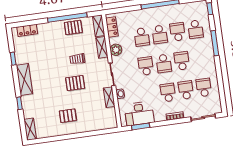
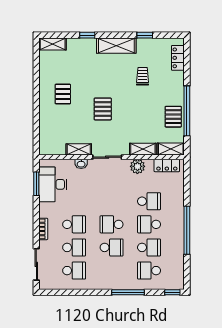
school desk: (142, 37) -> (149, 201), turned 180
trolley: (77, 59) -> (143, 76), moved
school desk: (146, 66) -> (112, 201), removed

